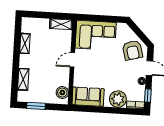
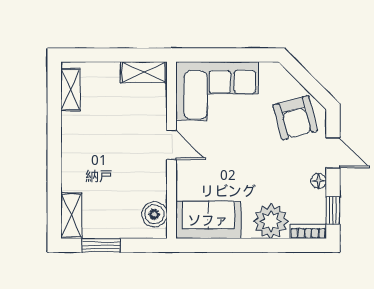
shelving: (25, 43) -> (70, 90), moved
door: (72, 60) -> (171, 145), swing flipped
shelving: (23, 79) -> (71, 216), moved

